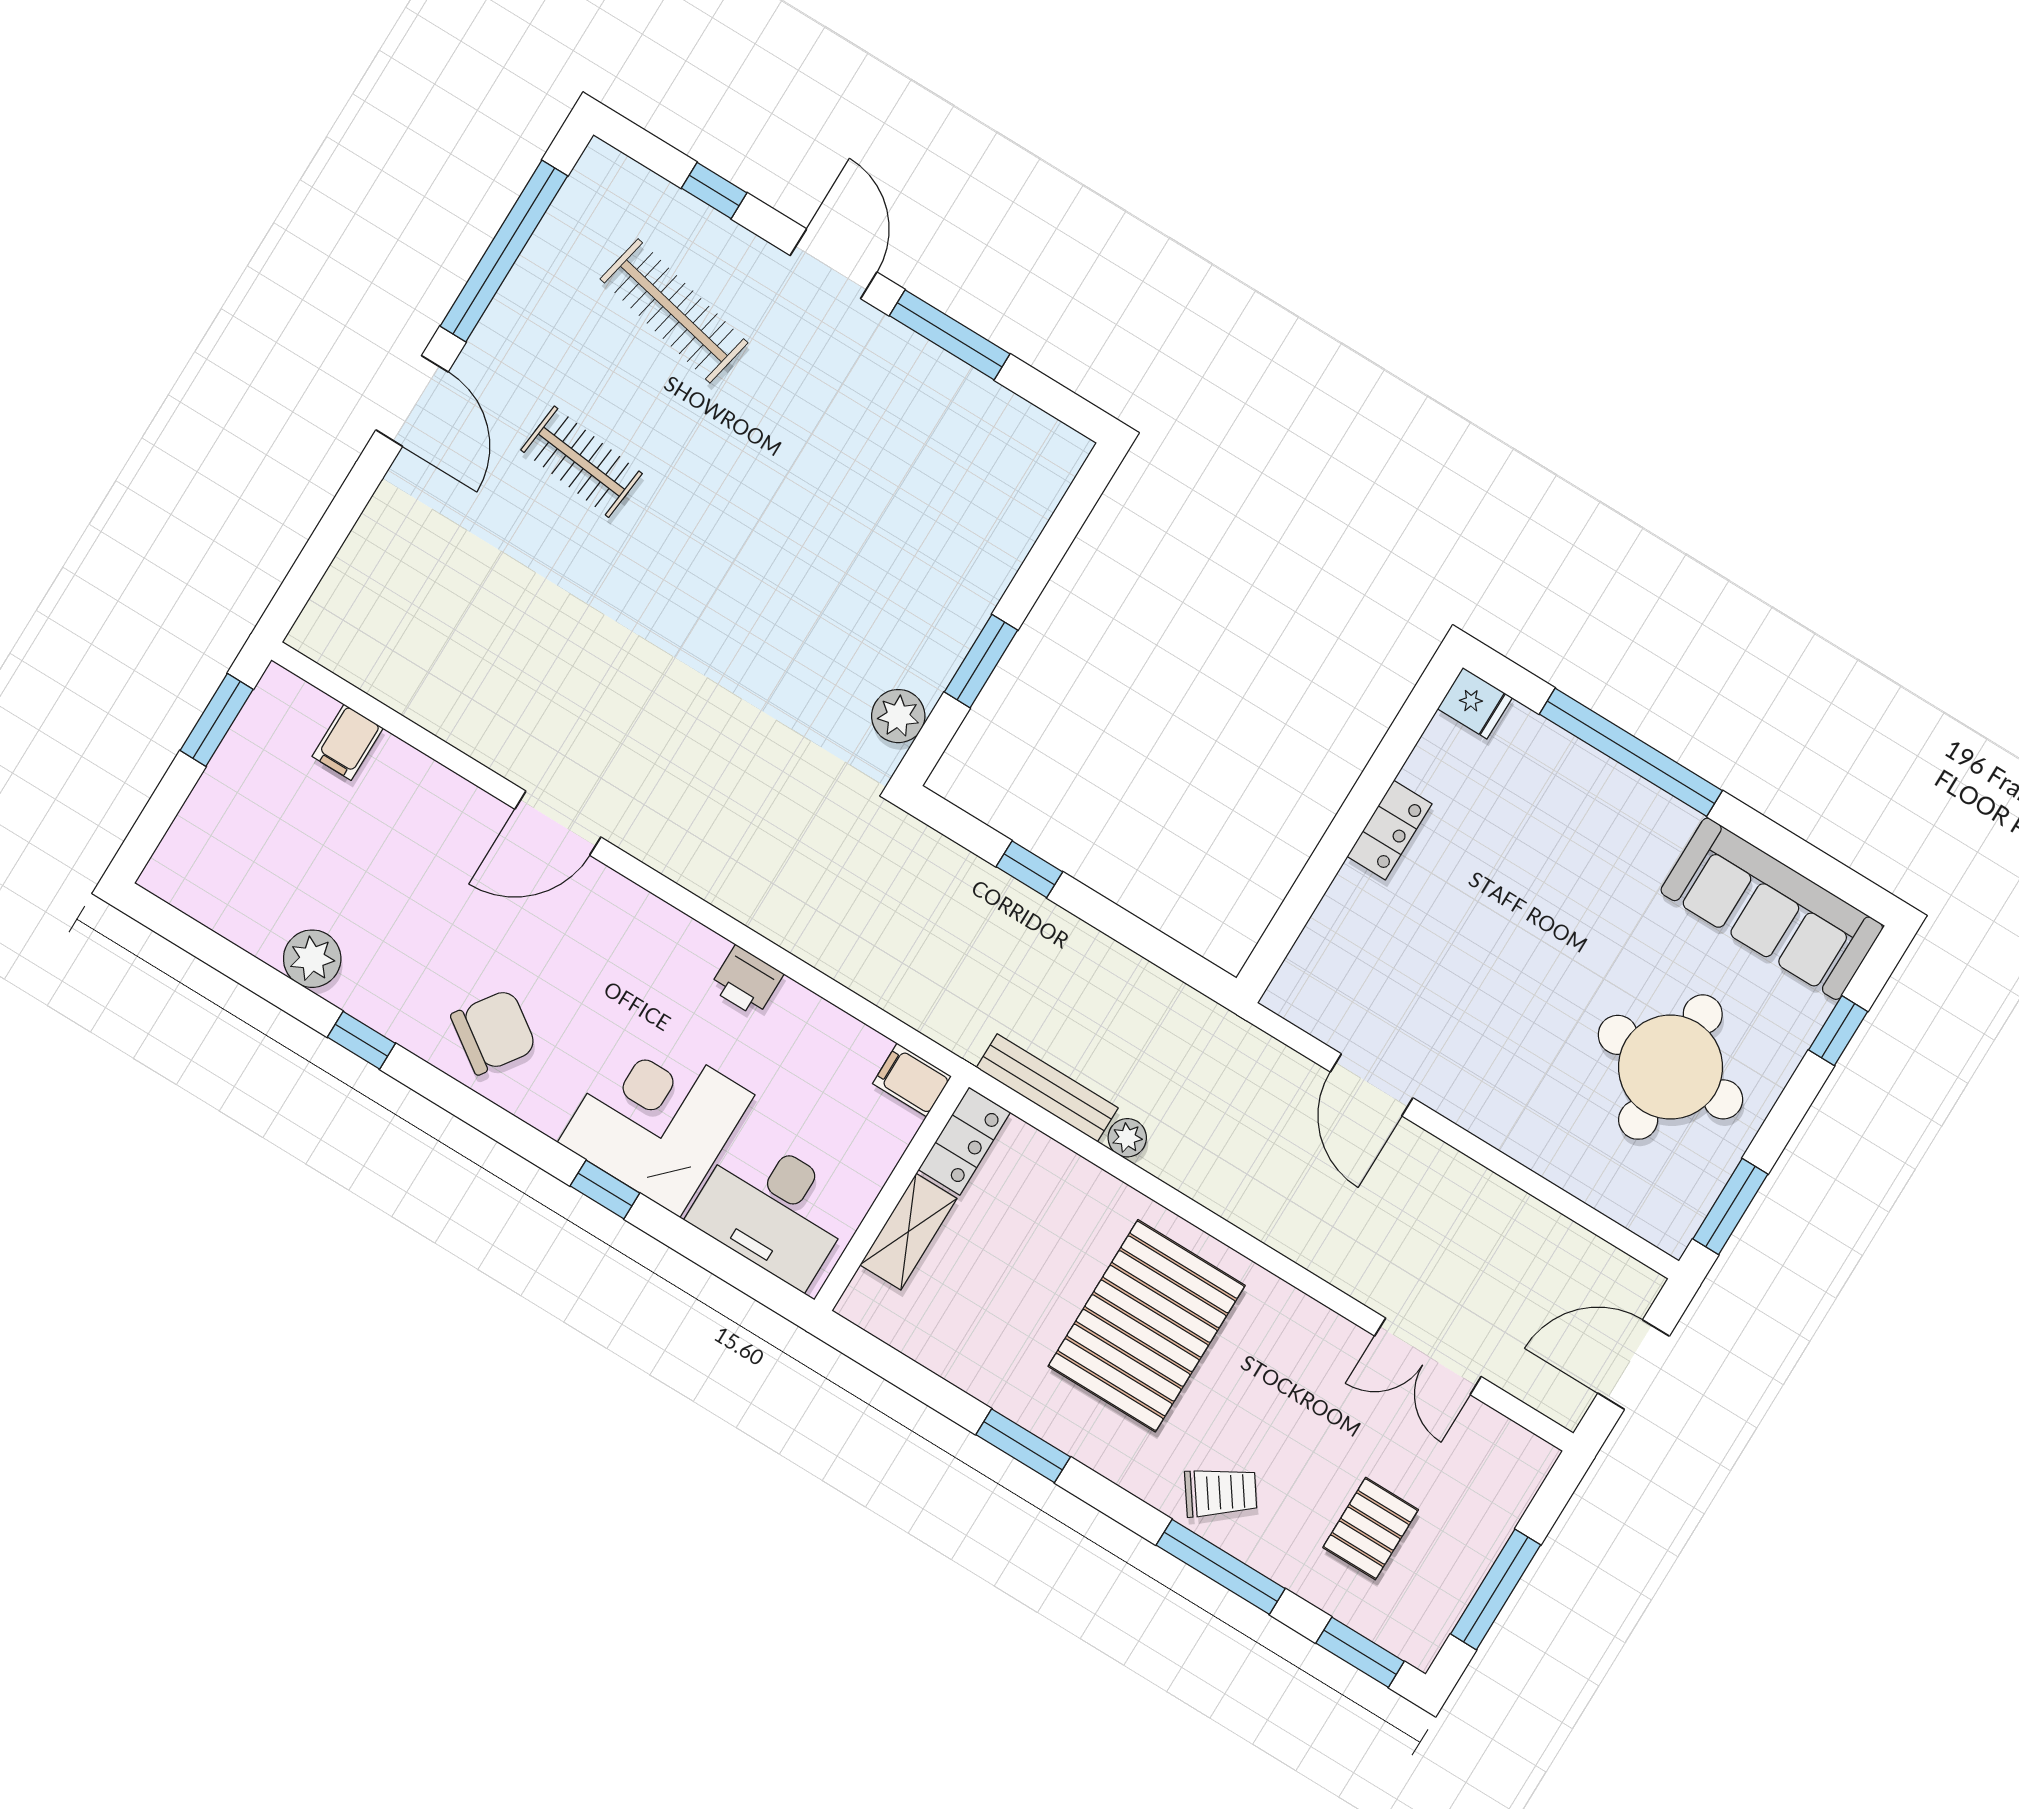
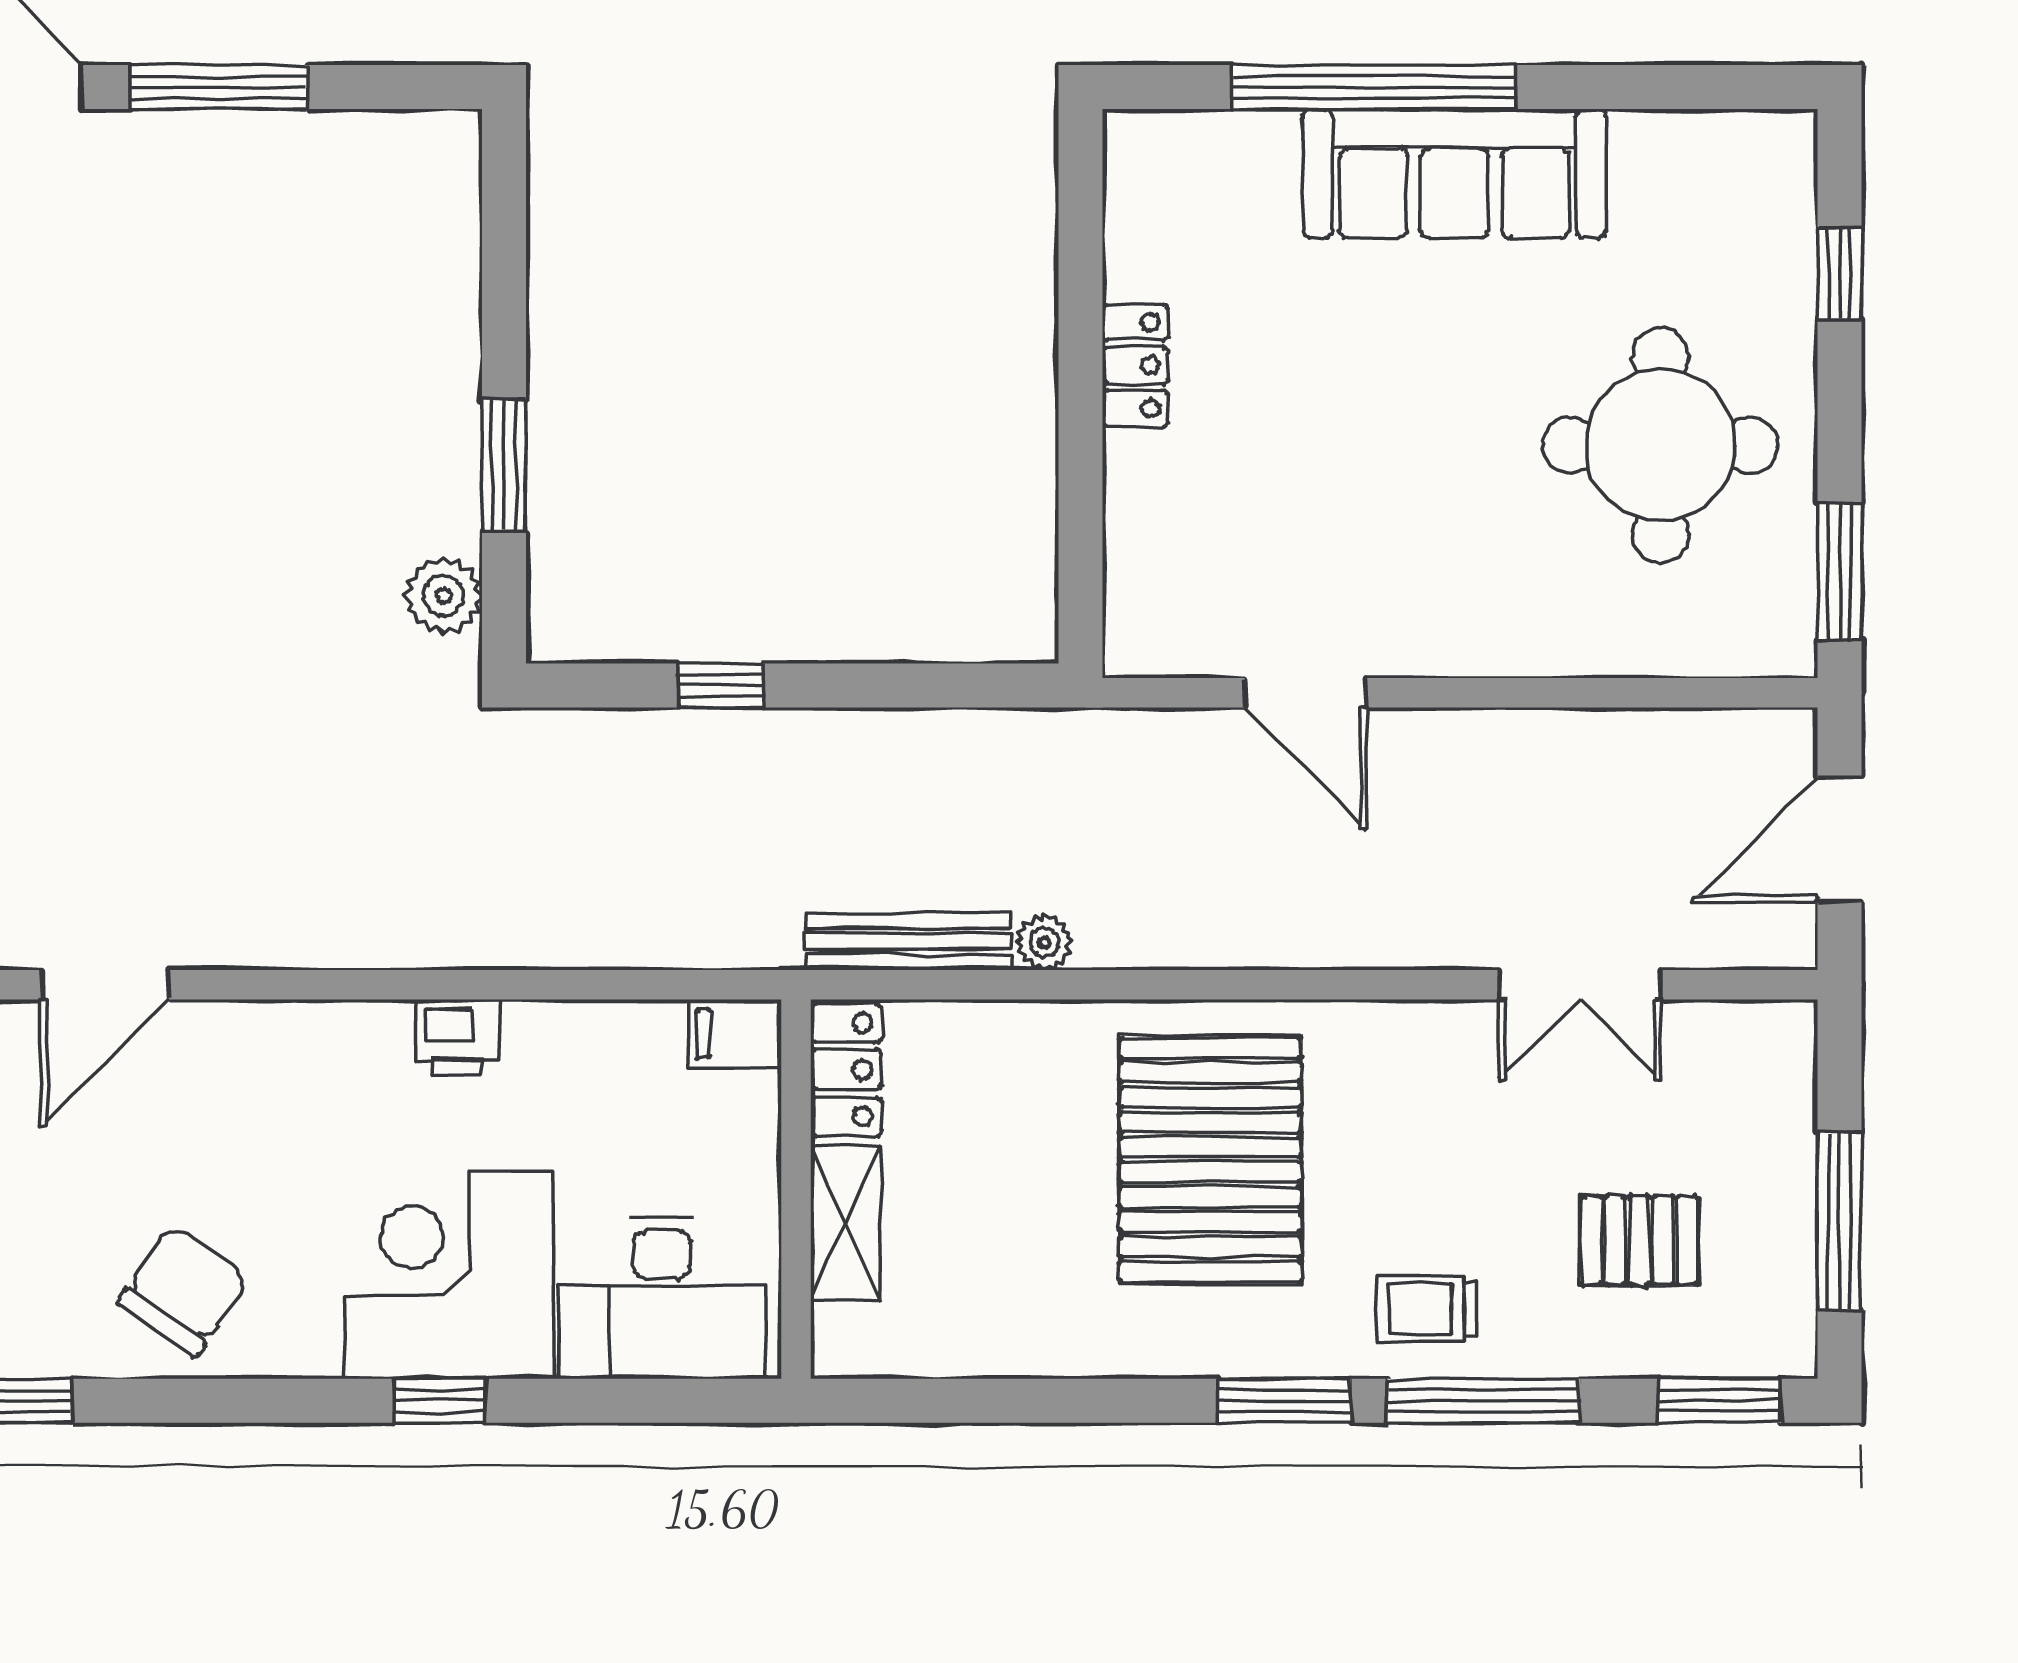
fridge: (1475, 703) -> (1145, 144), removed
sofa: (1772, 909) -> (1454, 174), moved
window: (1023, 1446) -> (1284, 1401), moved
trolley: (1221, 1492) -> (1427, 1309), turned -145
pallet: (1371, 1529) -> (1639, 1240), turned 90

